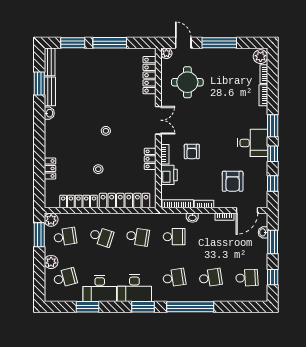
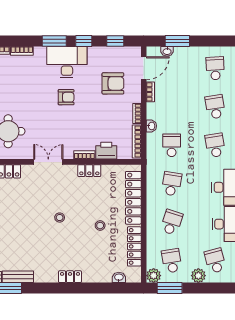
washbasin: (49, 113) -> (119, 277), moved
desk: (253, 143) -> (67, 62), width x1.37
armchair: (192, 152) -> (66, 97), moved
locker: (50, 168) -> (70, 277), moved
door: (247, 210) -> (144, 68), hinge flipped
window: (273, 277) -> (214, 41), removed

